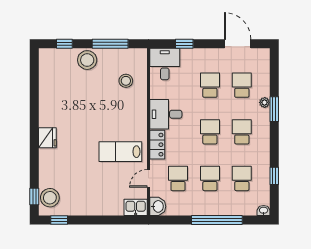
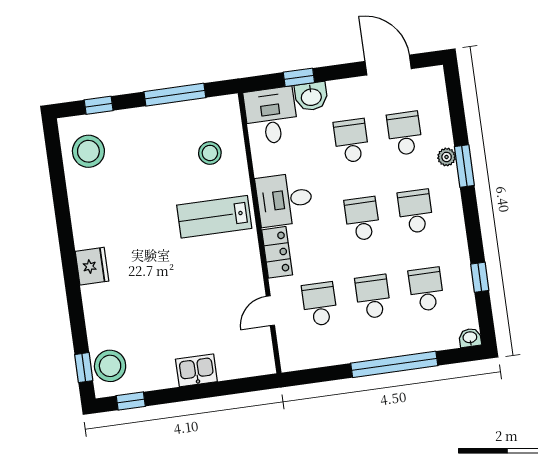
stool: (87, 60) -> (88, 151), moved
lab bench: (120, 152) -> (214, 217), moved
washbasin: (158, 206) -> (311, 96), moved, turned 90
kitchen sink: (136, 207) -> (196, 370), moved

